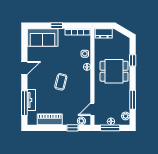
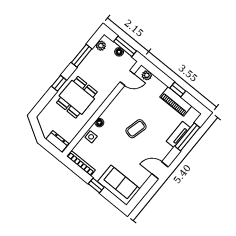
window: (133, 60) -> (59, 83), moved
dining table: (114, 71) -> (77, 97), turned 90
window: (73, 128) -> (178, 90), moved

